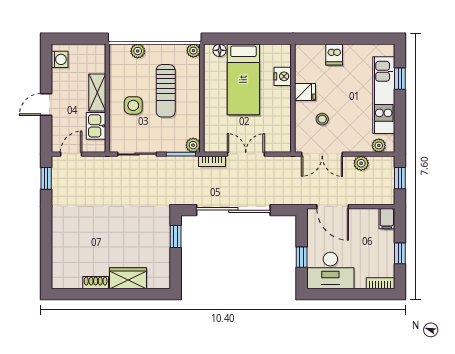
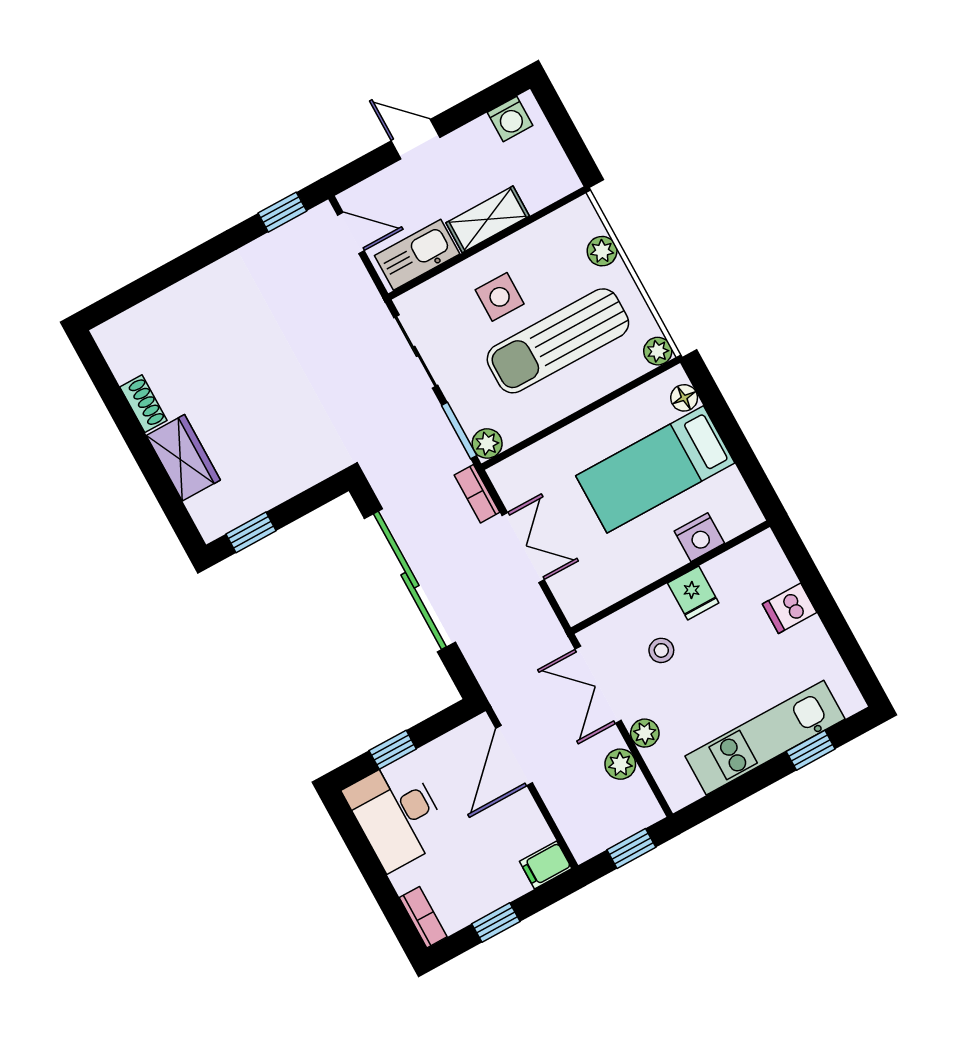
sun lounger: (166, 91) -> (558, 341), width x1.36, depth x1.34
kitchen sink: (96, 126) -> (417, 255), width x1.38
plant: (379, 145) -> (645, 733), moved
window: (176, 236) -> (251, 532), moved

